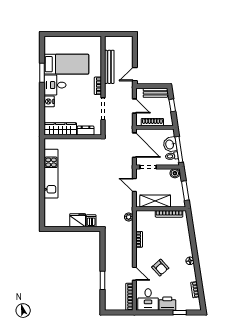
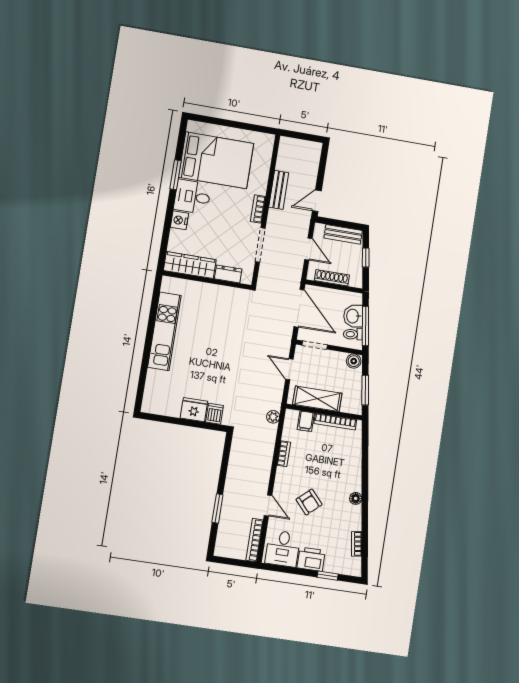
bed: (66, 64) -> (216, 160), width x1.50
bench: (109, 67) -> (279, 190), width x0.73
filing cabinet: (150, 216) -> (306, 421), added

